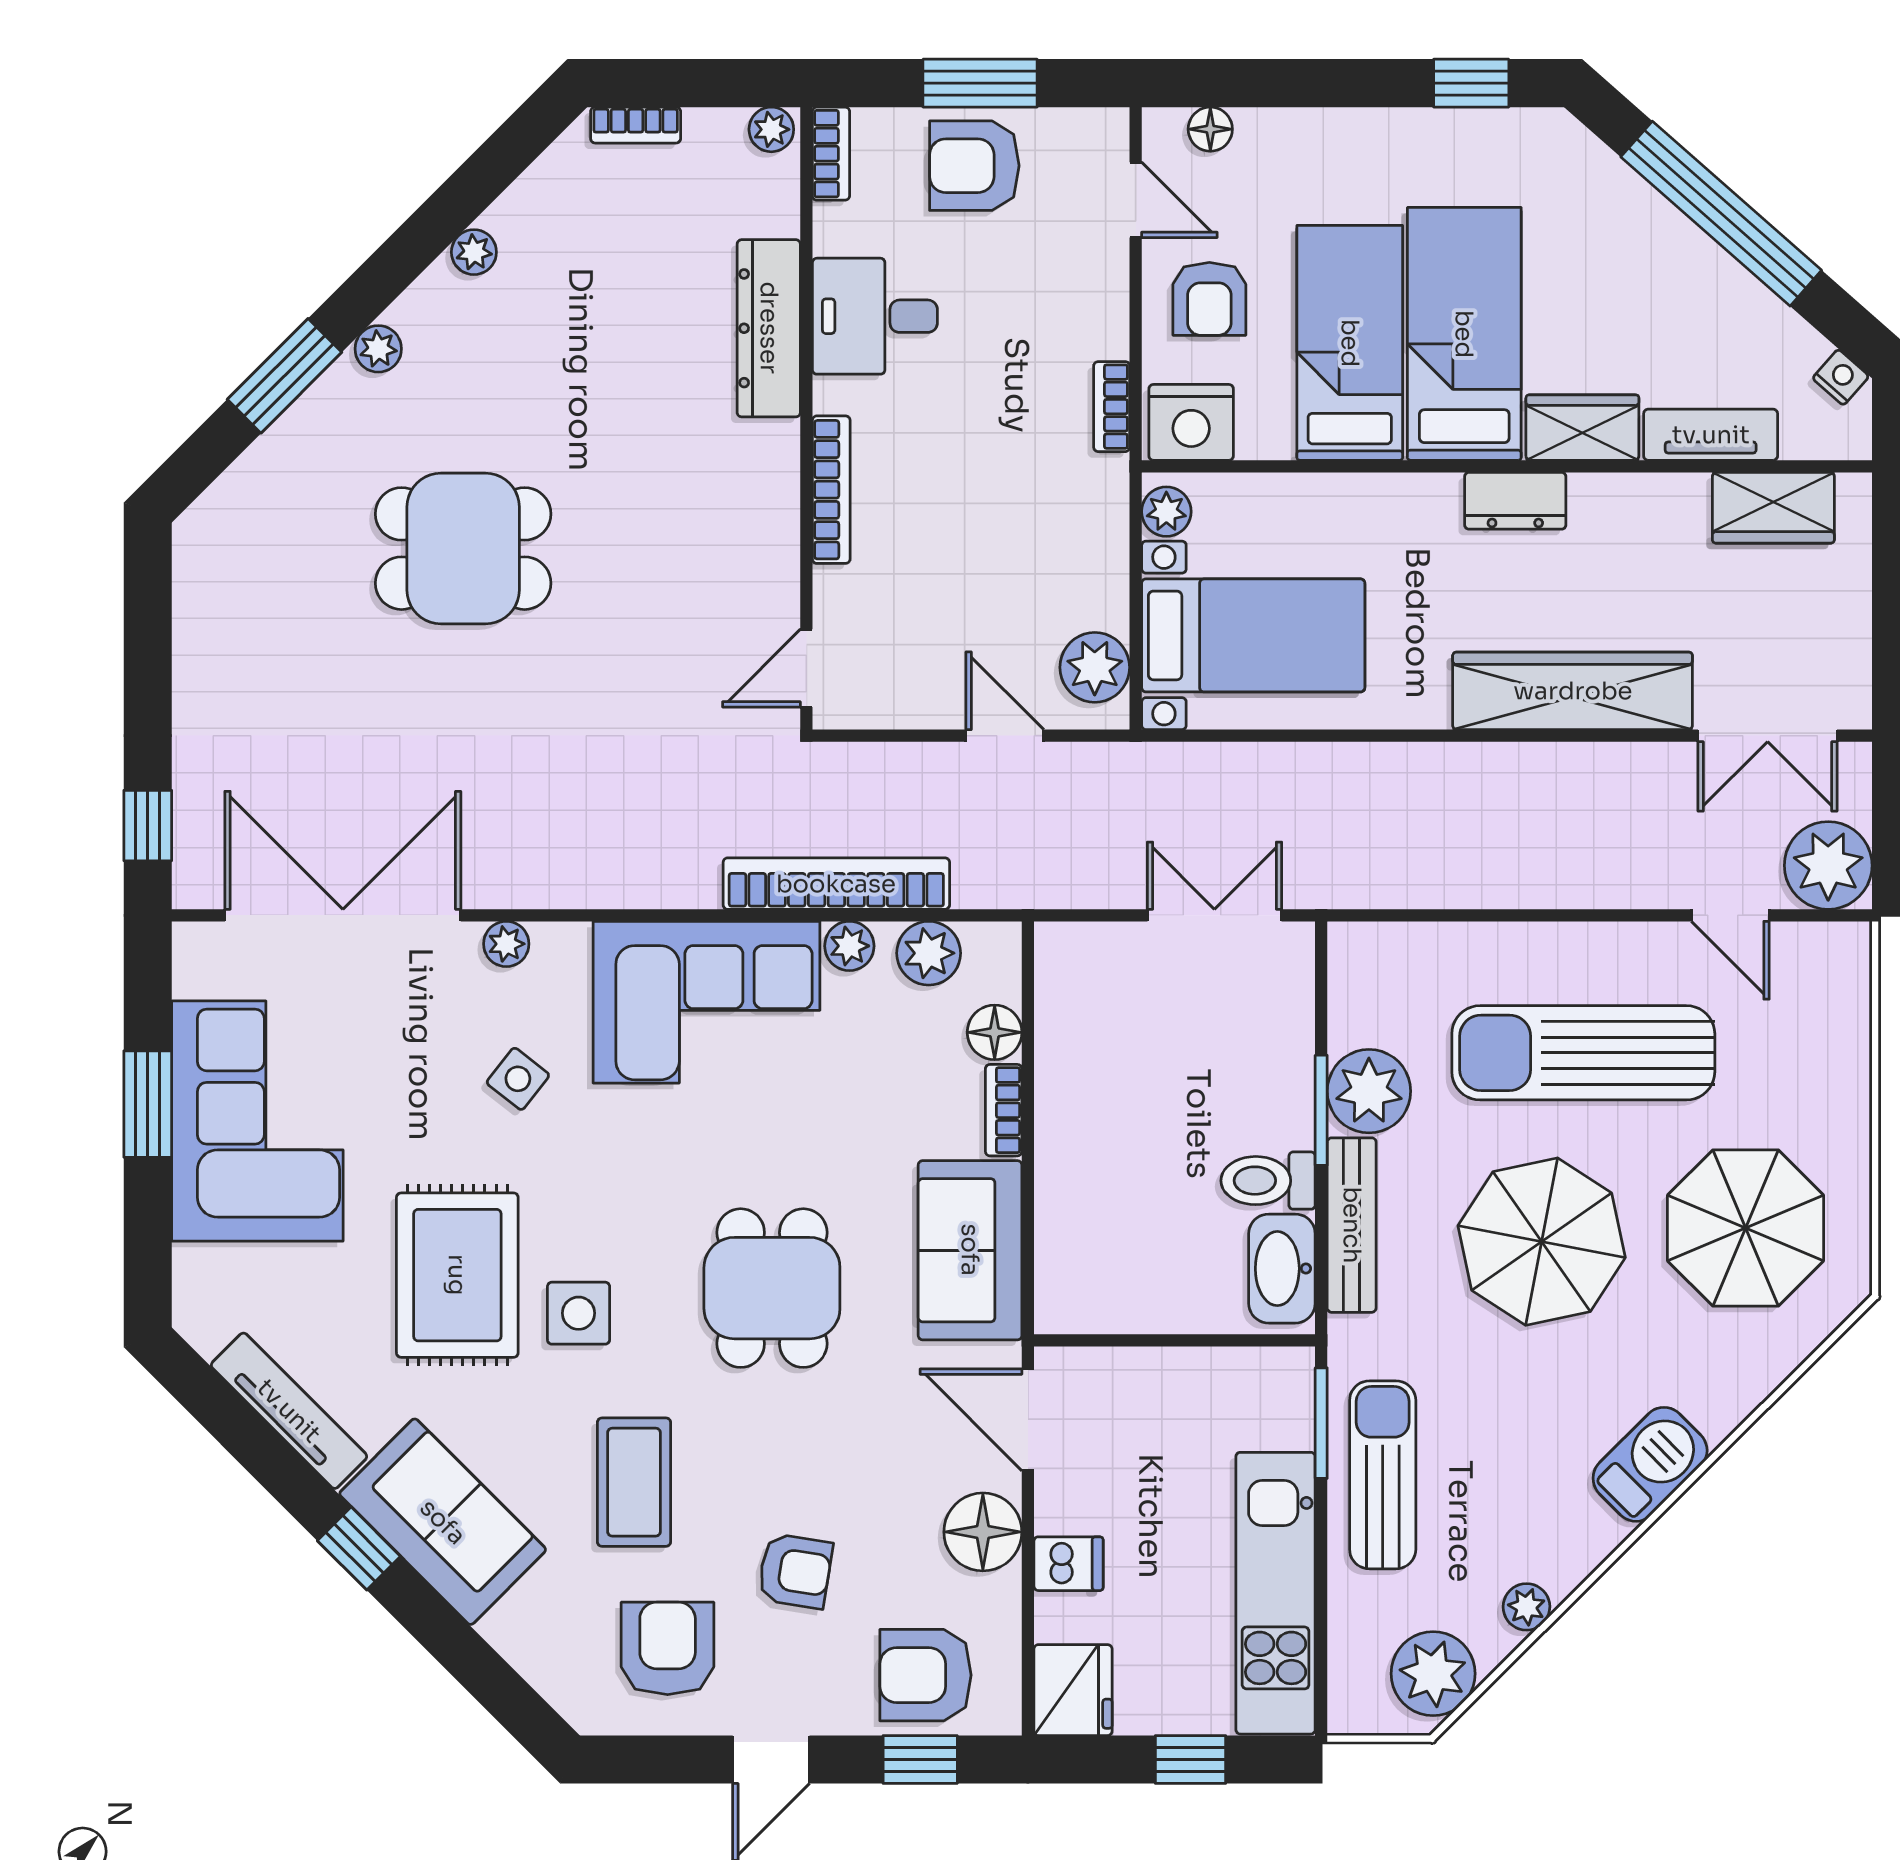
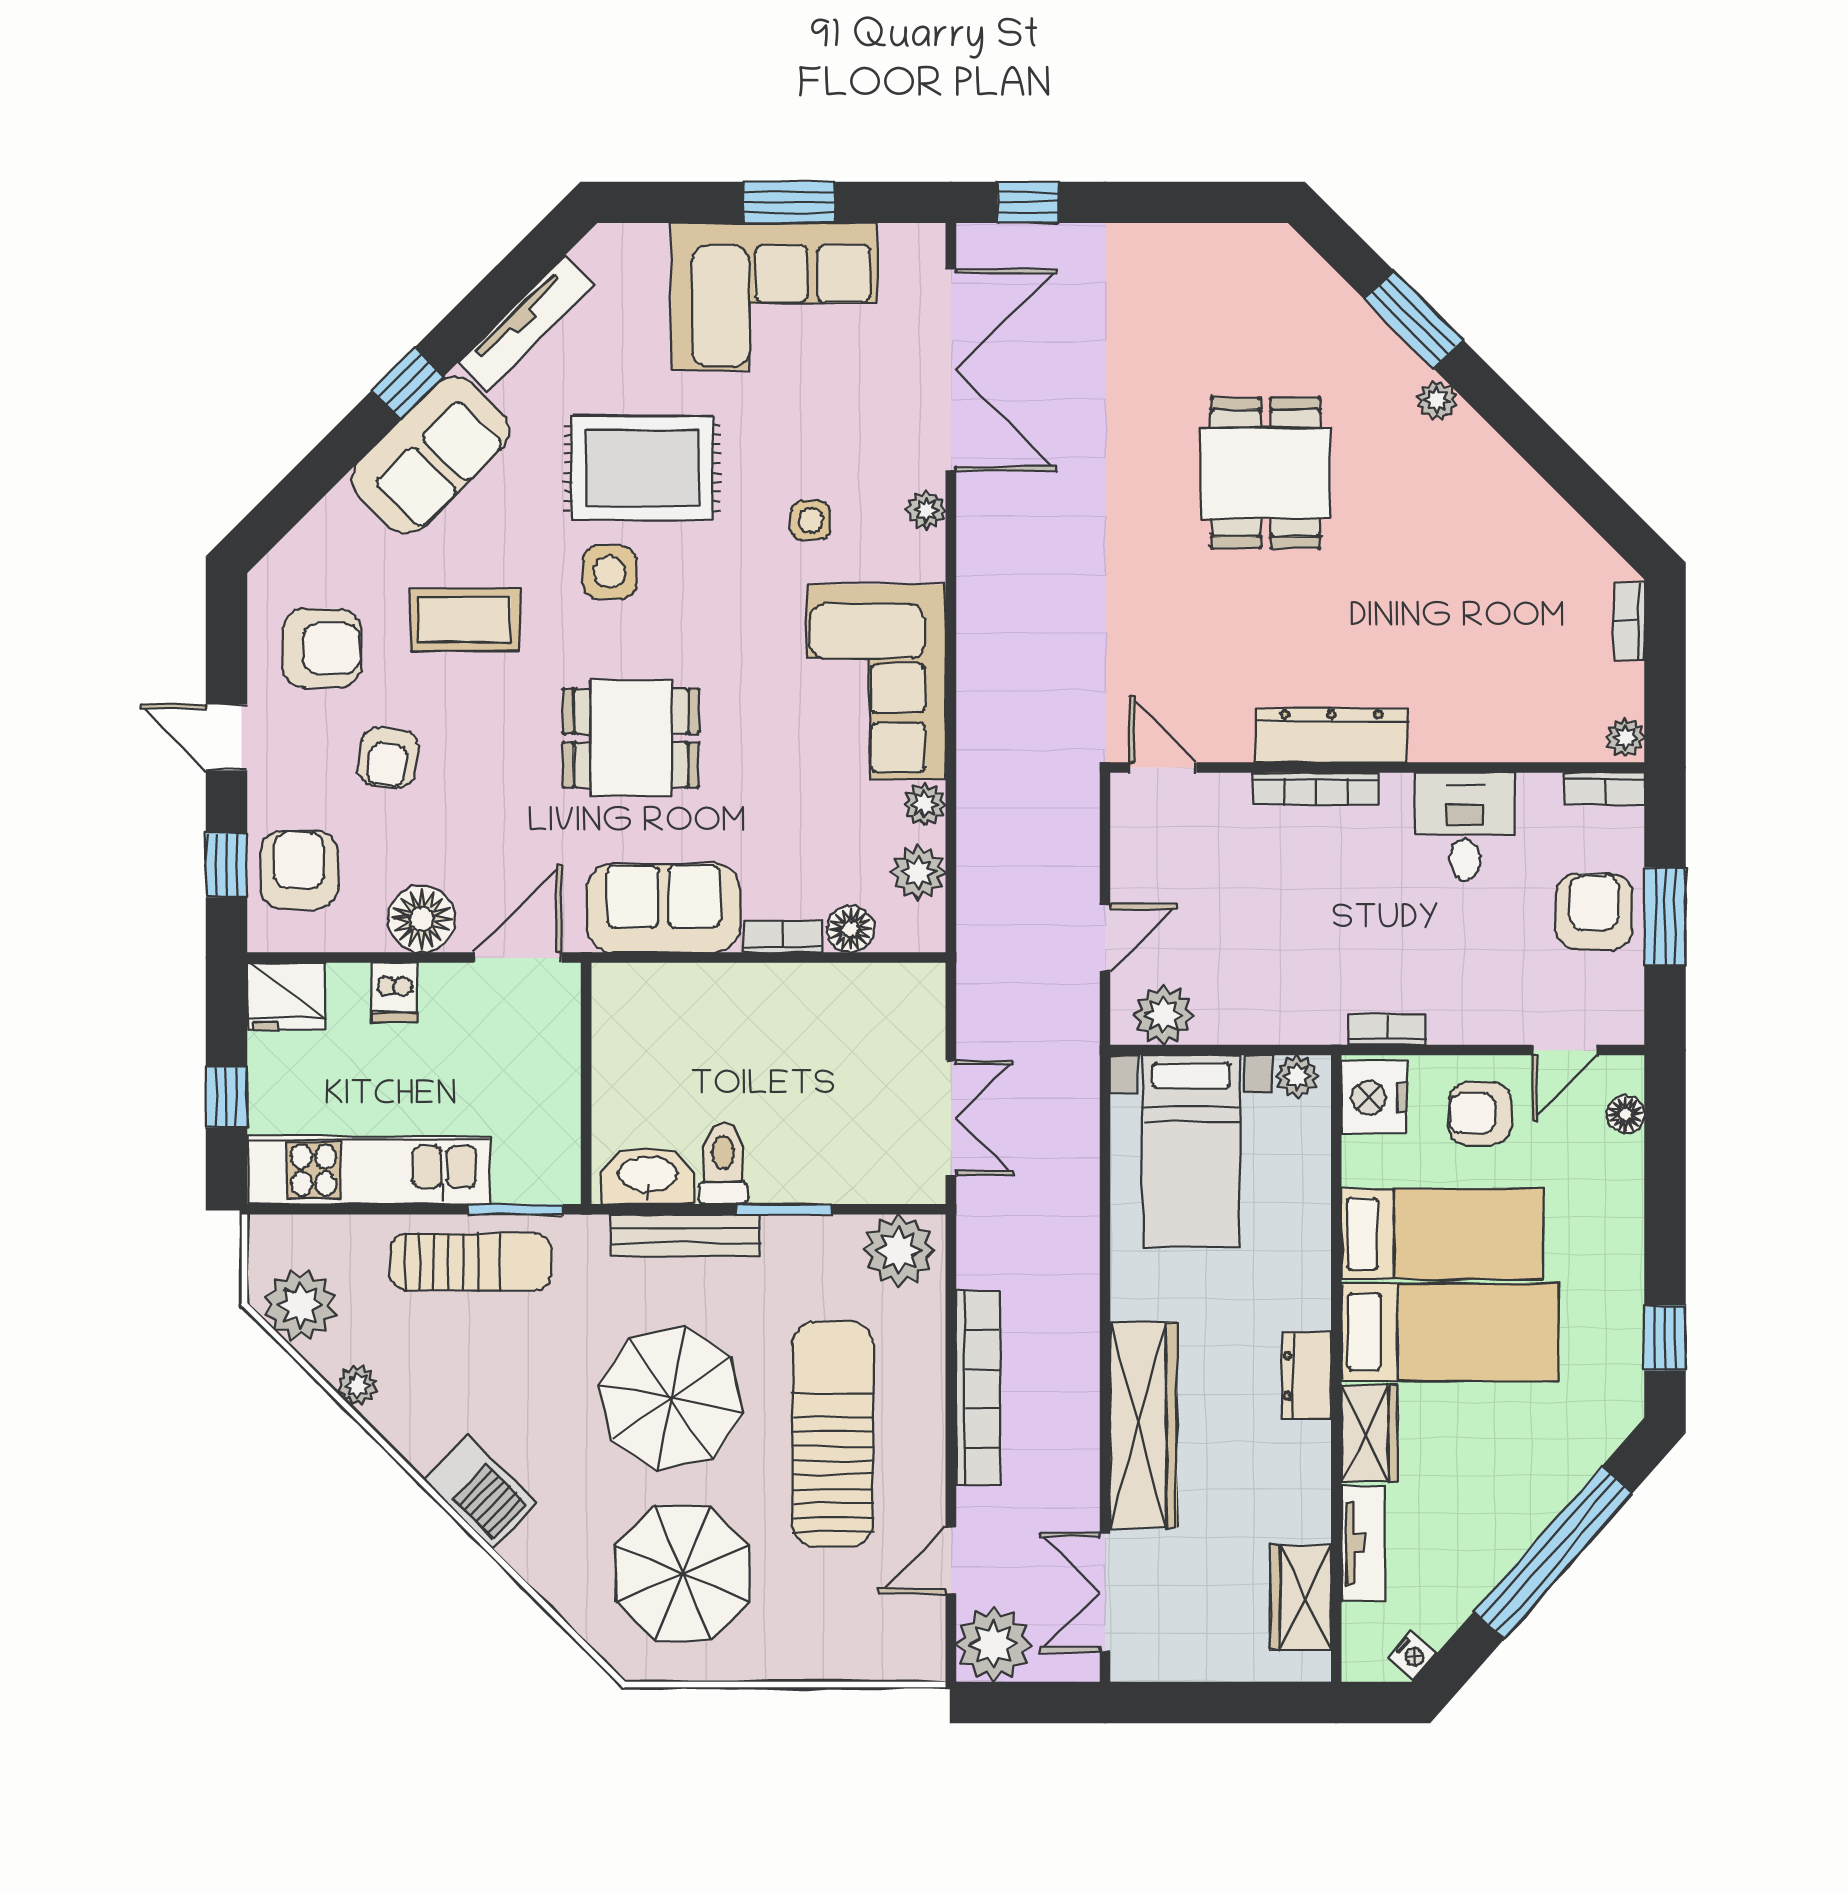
plant: (474, 252) -> (1520, 482), removed
dresser: (769, 328) -> (1331, 735), moved
bookcase: (836, 884) -> (978, 1388), moved
side table: (518, 1079) -> (811, 520), turned -38
plant: (1369, 1091) -> (899, 1250), moved

